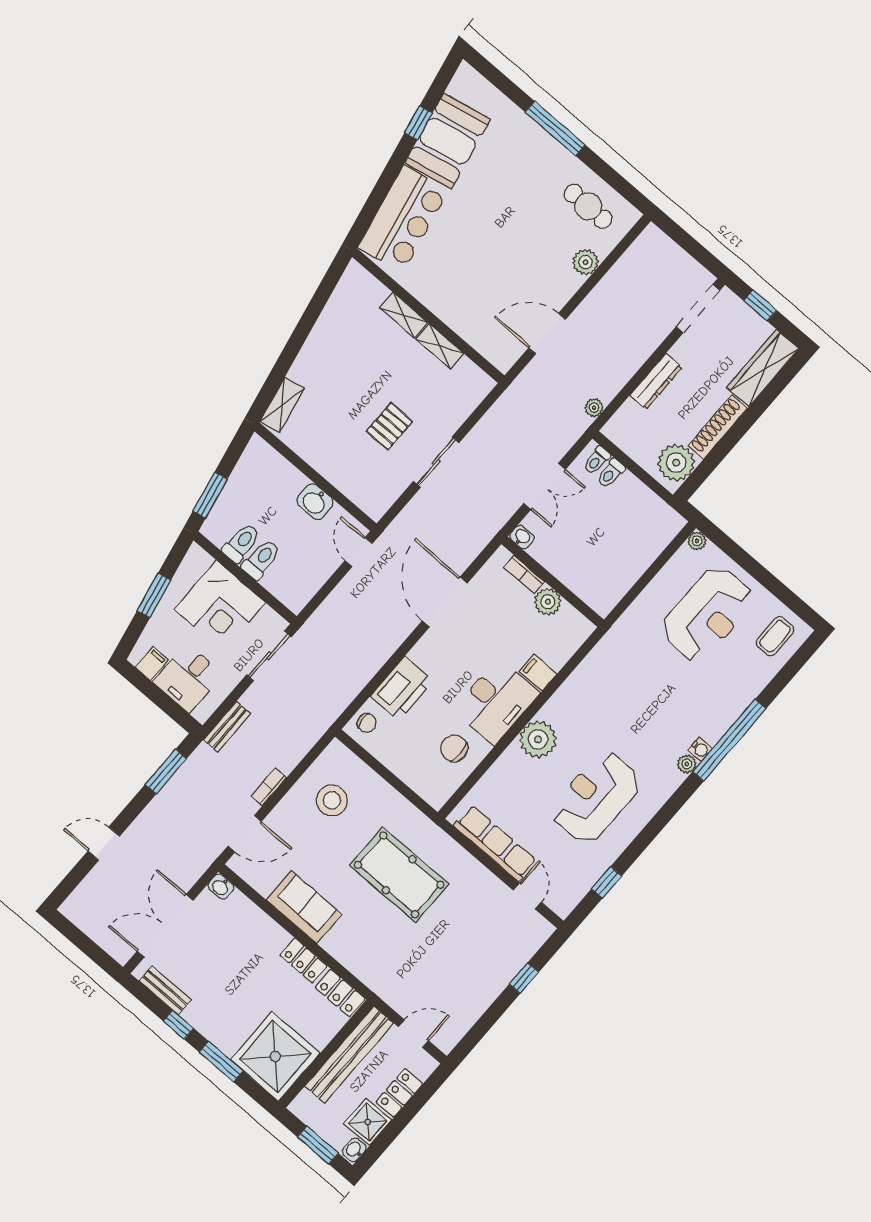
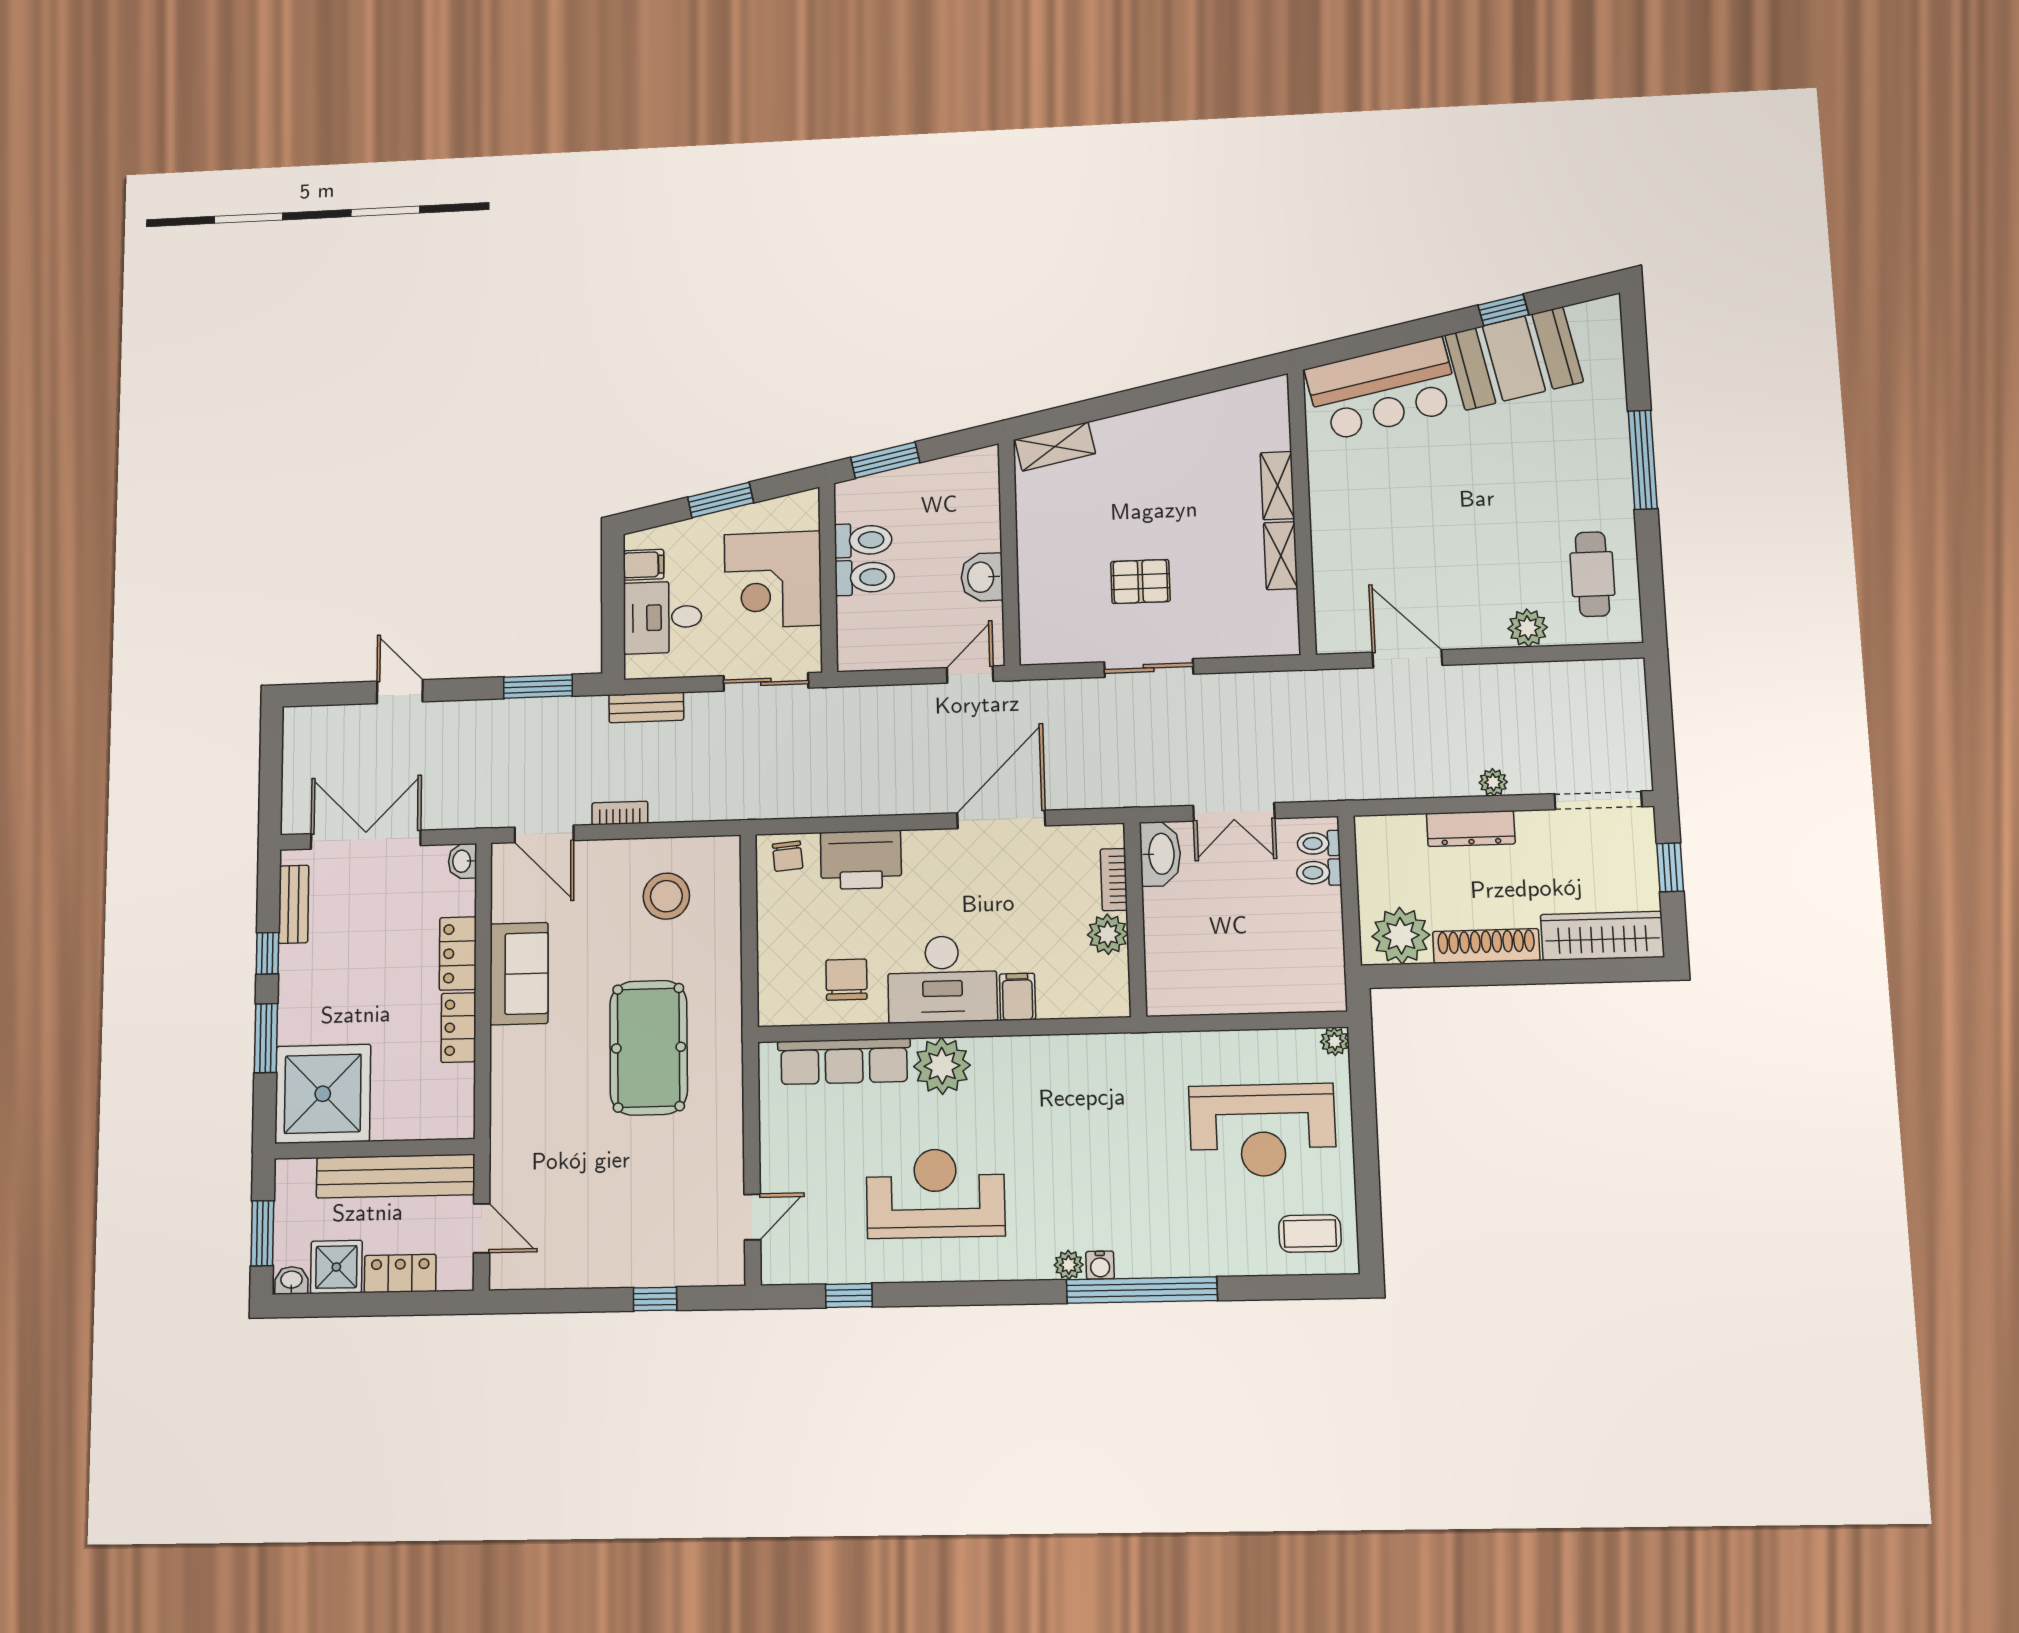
plant: (594, 408) -> (1493, 782), moved
washbasin: (522, 537) -> (1160, 854), width x1.91, depth x1.45
row of seats: (495, 843) -> (844, 1061), moved, turned 90
locker: (340, 993) -> (458, 954), moved

